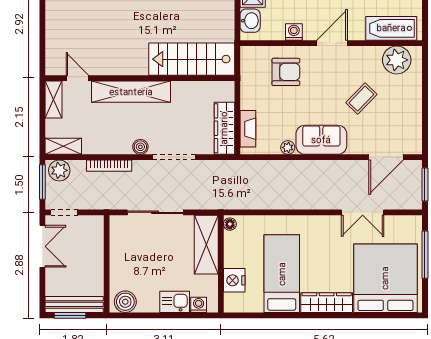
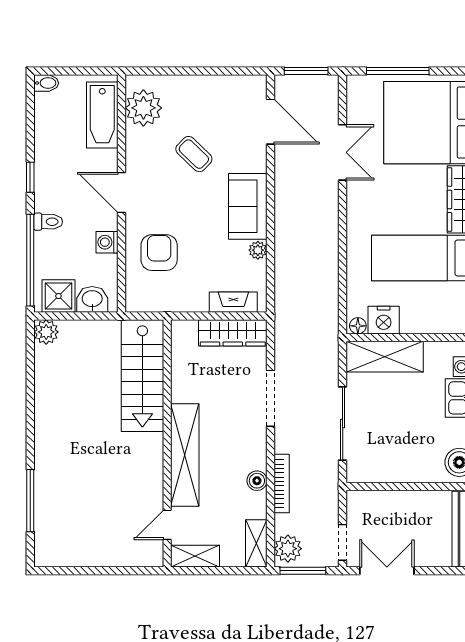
boiler: (140, 147) -> (257, 481), moved
nightstand: (234, 280) -> (384, 320), moved

